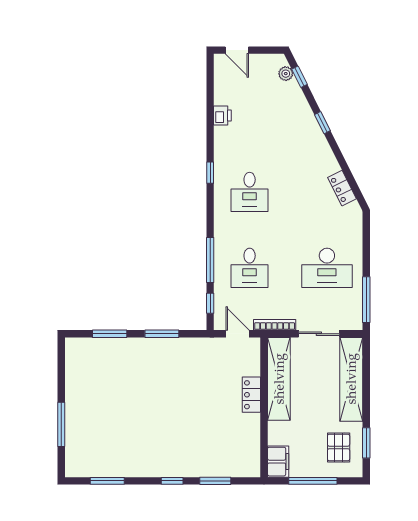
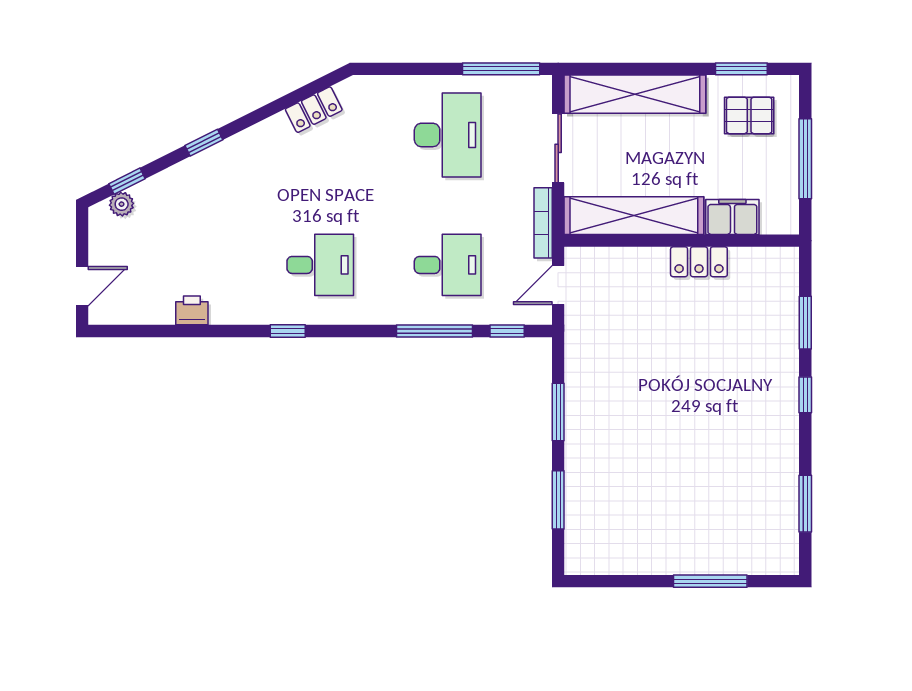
locker: (251, 395) -> (699, 262), moved
filing cabinet: (278, 462) -> (732, 217), moved

